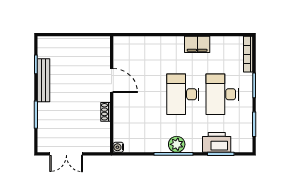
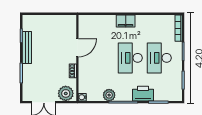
filing cabinet: (197, 44) -> (126, 21), moved
door: (112, 81) -> (77, 48), hinge flipped
plant: (96, 142) -> (66, 93), added
printer: (217, 142) -> (143, 94), moved
plant: (177, 144) -> (109, 95), moved

